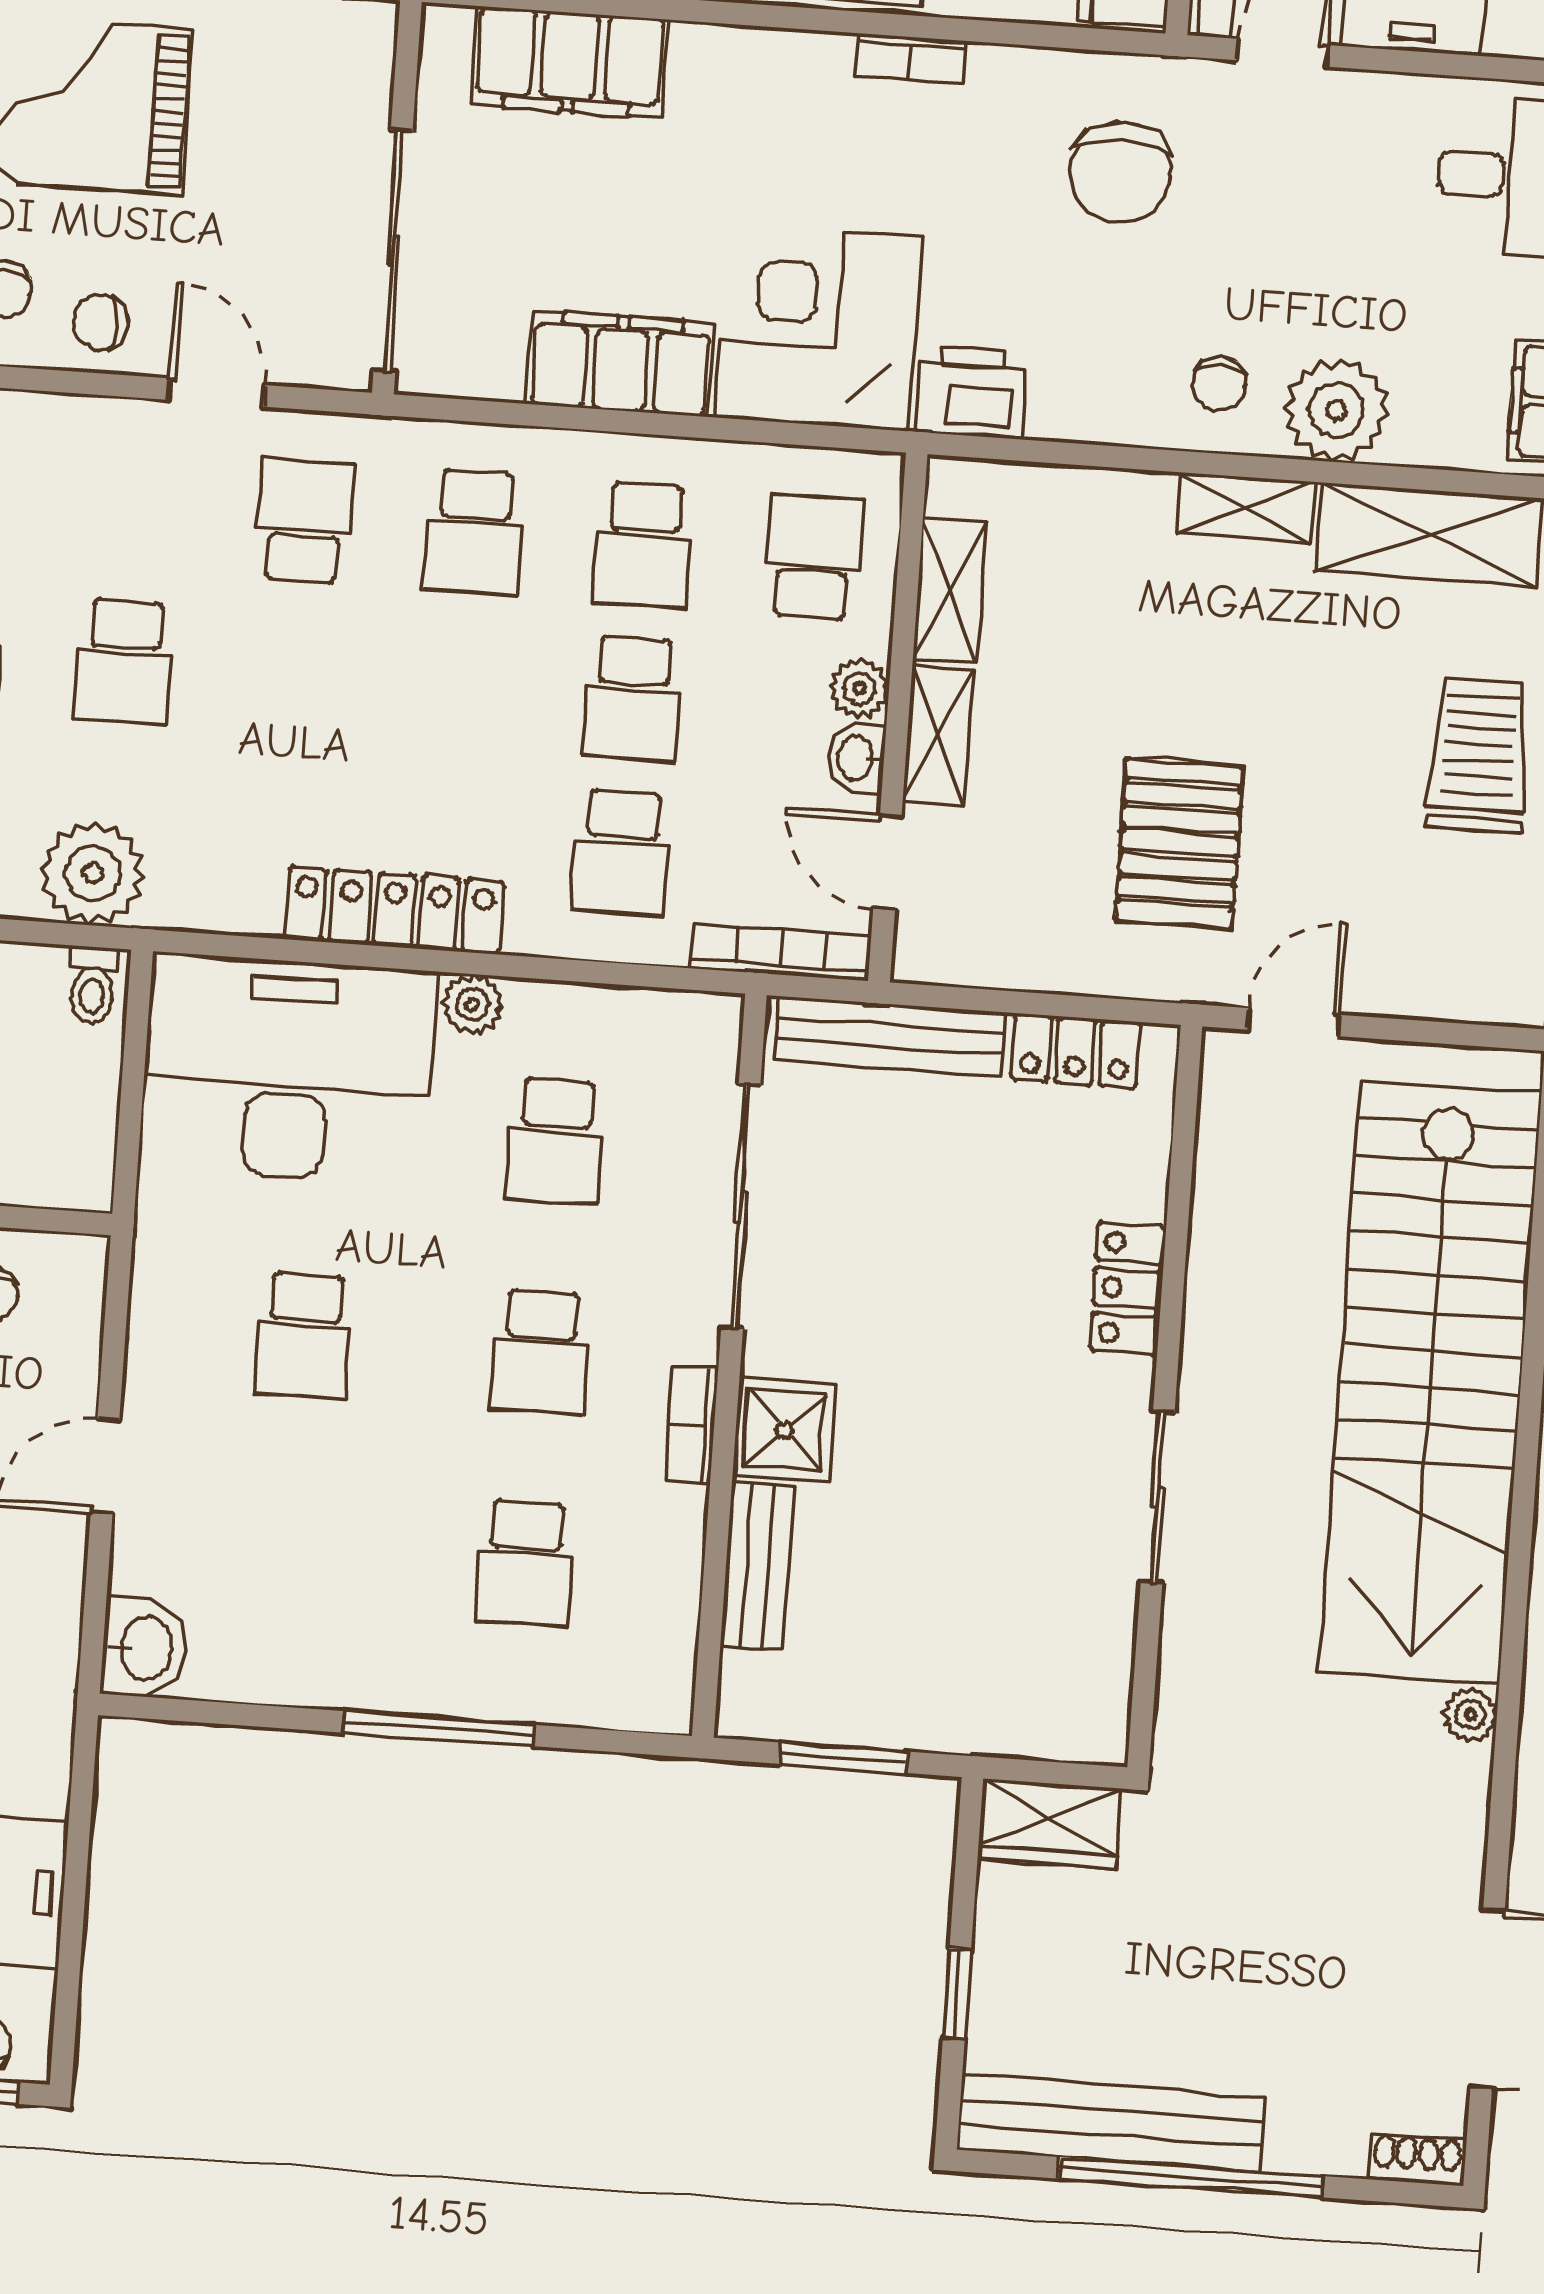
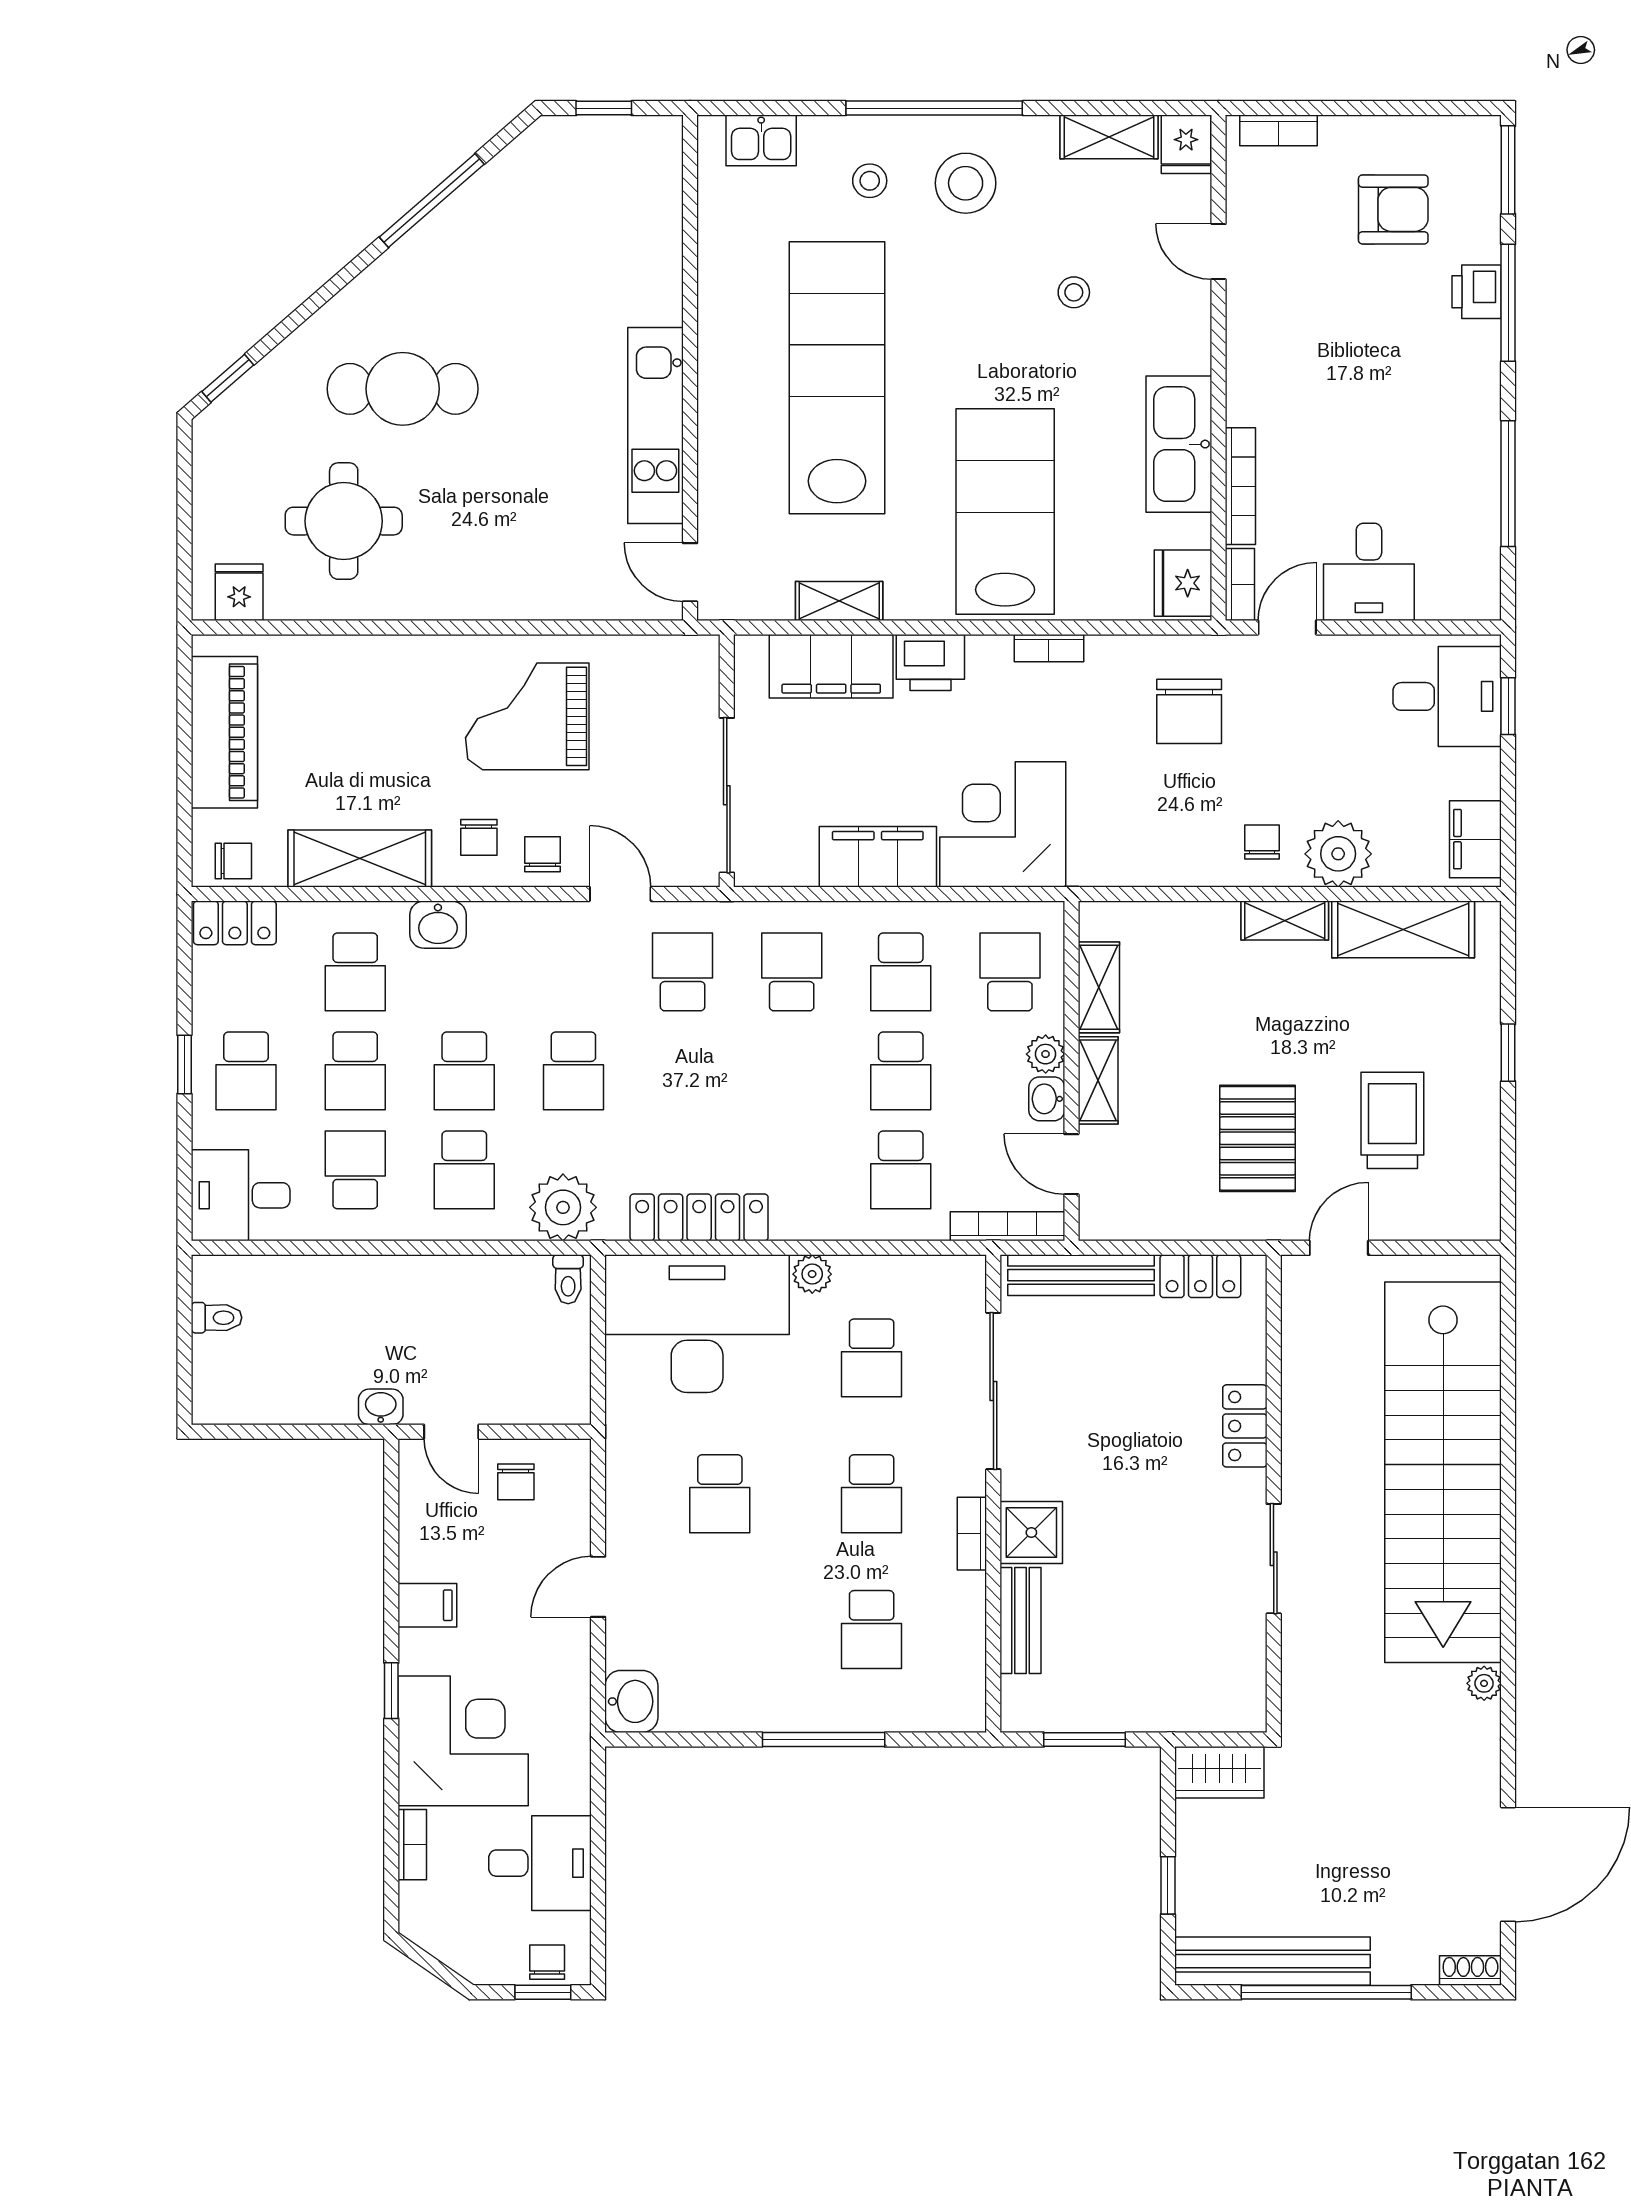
chair: (100, 322) -> (543, 854), turned 90
chair: (1219, 383) -> (1262, 842), turned 180
printer: (971, 392) -> (930, 662), moved, turned 180
school desk: (474, 533) -> (792, 972), turned 180
trolley: (1479, 756) -> (1392, 1120), moved
locker: (394, 910) -> (699, 1217), moved

